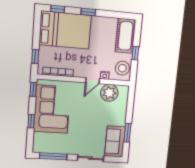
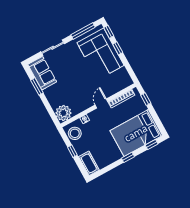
cot: (125, 36) -> (89, 163), width x0.73, depth x0.75
door: (93, 81) -> (101, 103), moved
window: (33, 89) -> (109, 32), moved
plant: (109, 93) -> (63, 113), moved
corner sofa: (52, 109) -> (101, 54), moved

